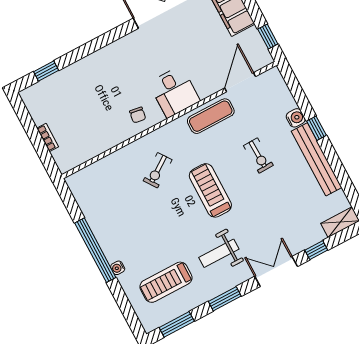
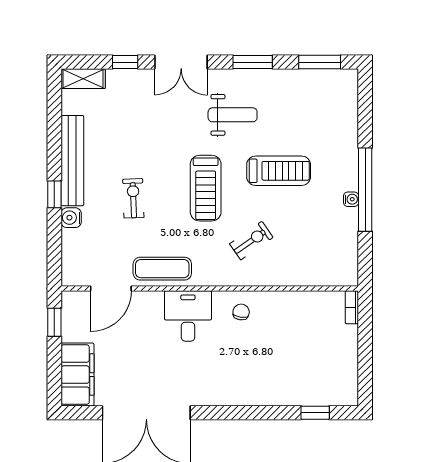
bookcase: (48, 137) -> (352, 307), moved
water cooler: (118, 268) -> (351, 199), moved
treadmill: (166, 282) -> (279, 171), moved

